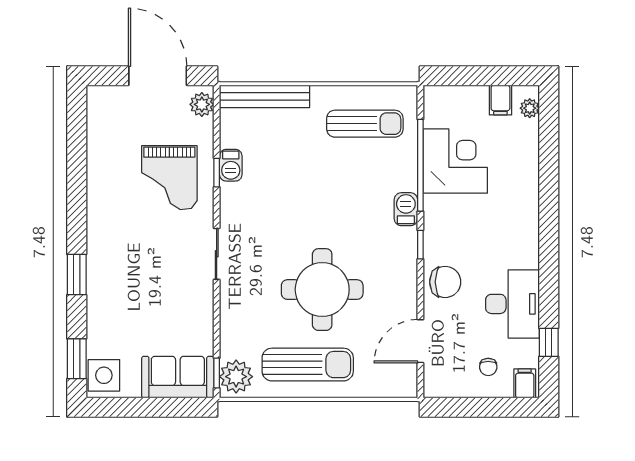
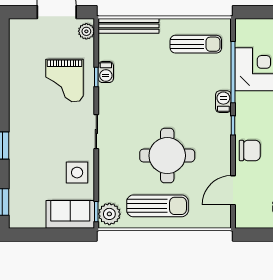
side table: (104, 375) -> (77, 173), moved

